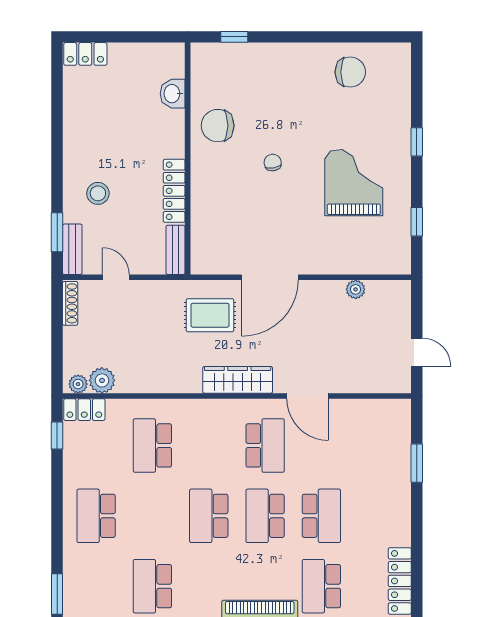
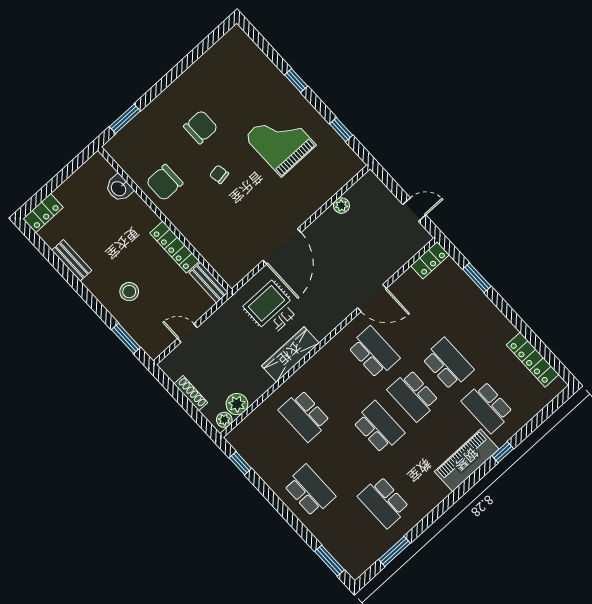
window: (234, 37) -> (125, 119), width x1.50
chair: (350, 72) -> (201, 127), moved
bench: (72, 249) -> (72, 260), moved
shoe rack: (70, 303) -> (191, 393), moved
wardrobe: (238, 380) -> (290, 354), moved
locker: (84, 410) -> (430, 260), moved
school desk: (96, 516) -> (309, 491), turned 180
school desk: (209, 516) -> (379, 427), turned 180

